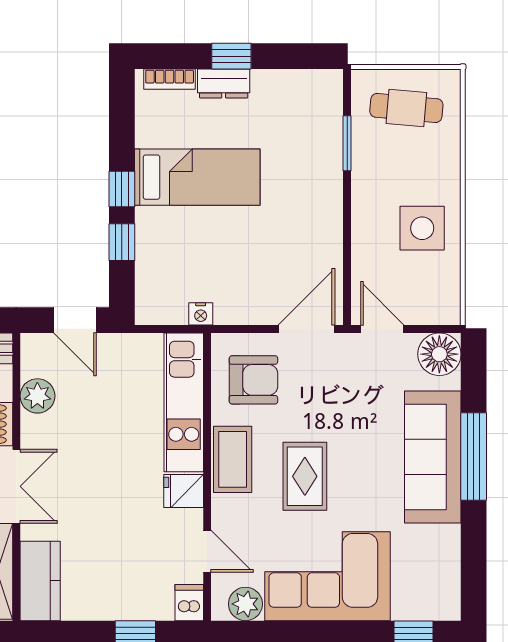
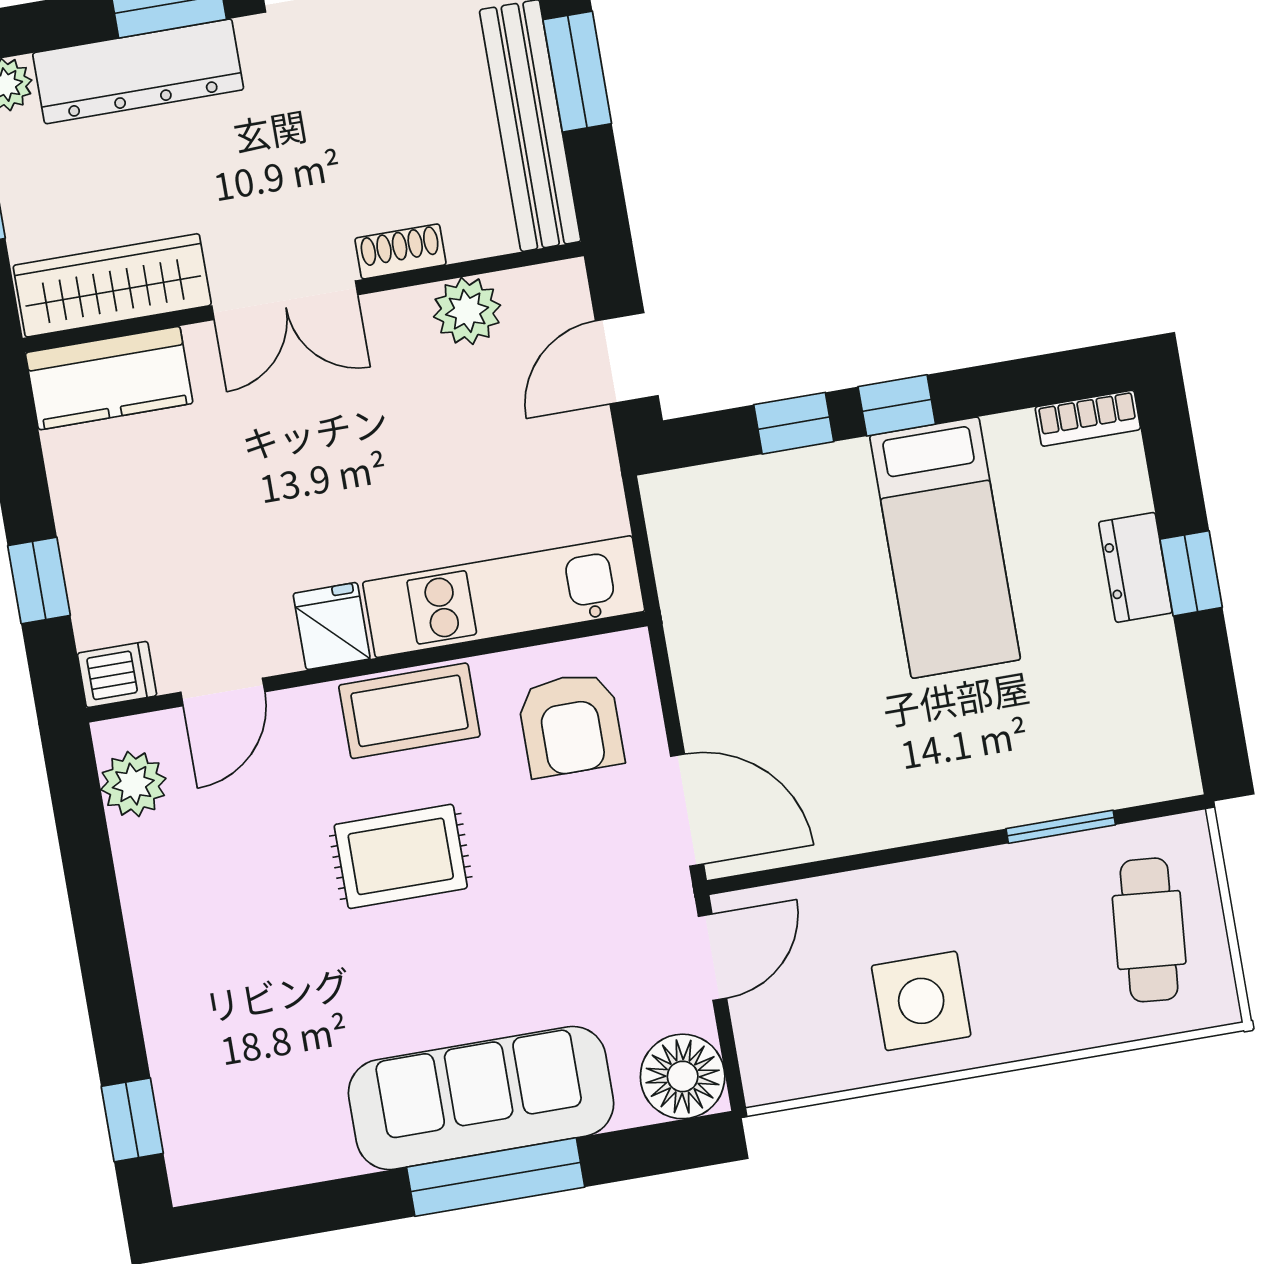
bookcase: (170, 79) -> (1088, 418), moved, turned -90
nightstand: (201, 314) -> (681, 600), removed
corner sofa: (327, 576) -> (215, 934), removed

